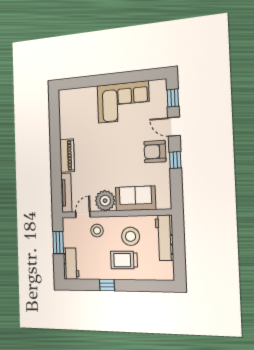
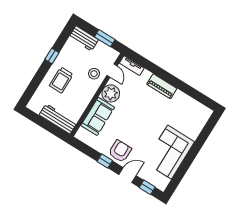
tv unit: (66, 193) -> (132, 66), width x0.71
stool: (131, 236) -> (74, 96), removed
trolley: (124, 260) -> (61, 80), turned 180

